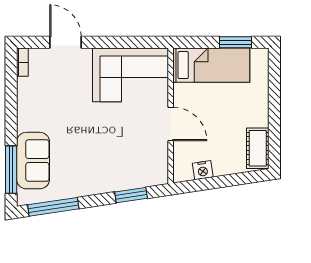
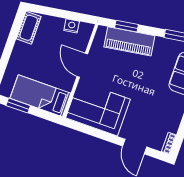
piano: (120, 177) -> (129, 41), added

